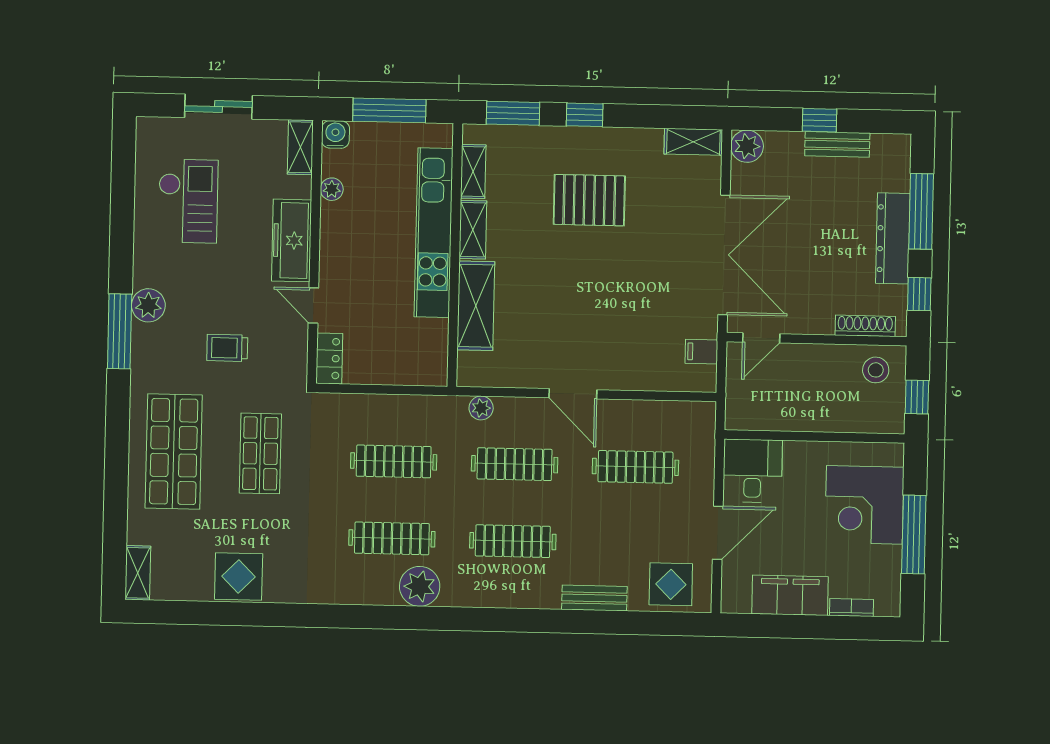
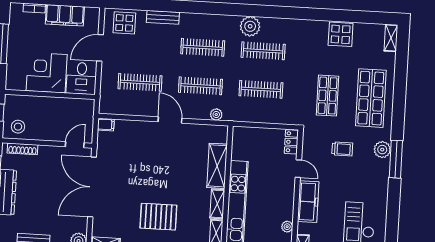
plant: (148, 305) -> (382, 150), moved
filing cabinet: (701, 352) -> (106, 125), moved
corner desk: (864, 505) -> (47, 73), moved, turned -90

